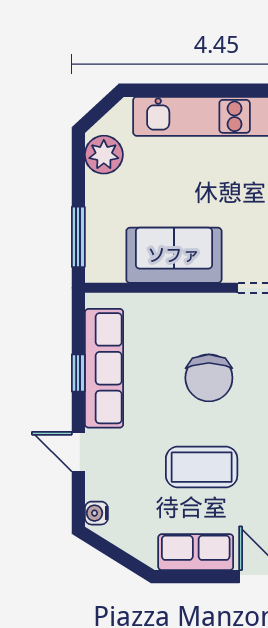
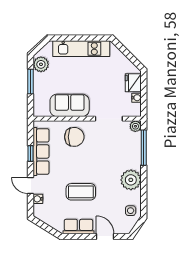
window: (78, 237) -> (31, 81), moved
chair: (209, 378) -> (74, 137), moved, turned -90
water cooler: (96, 513) -> (38, 199), moved

